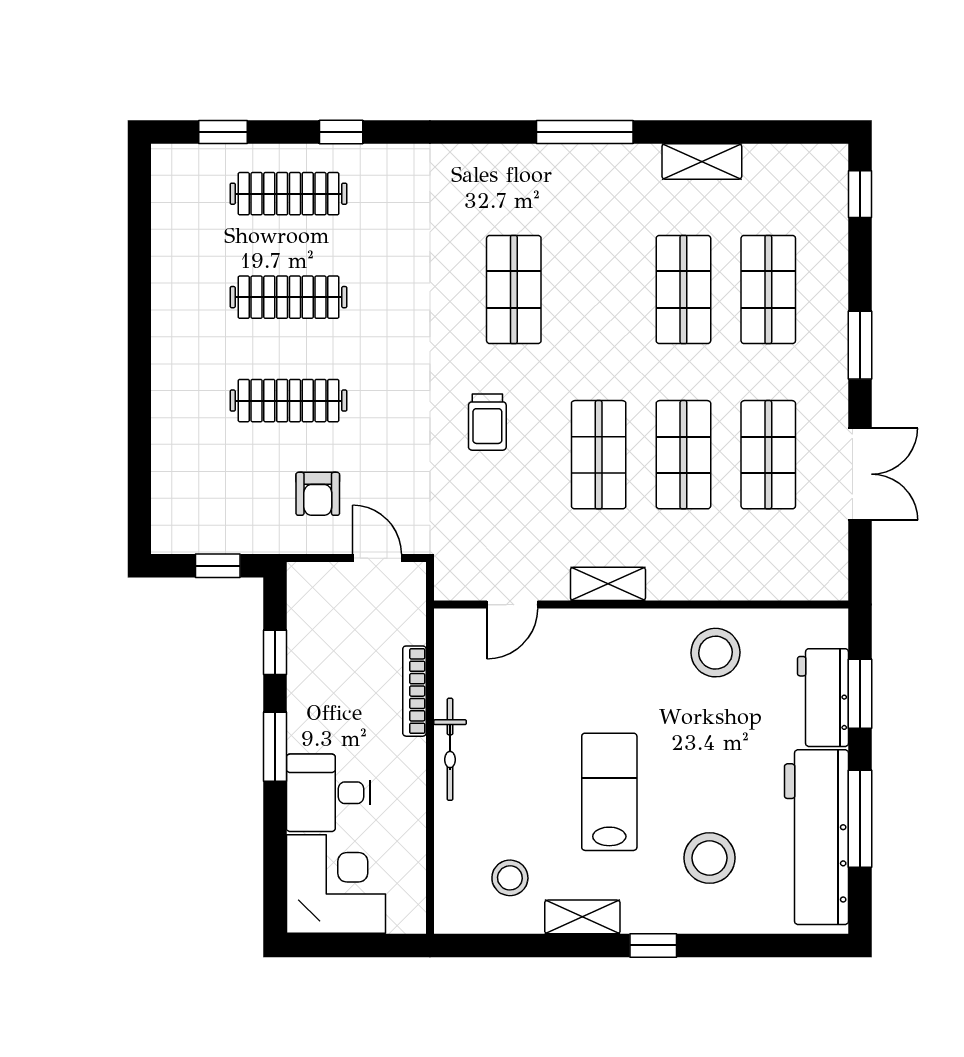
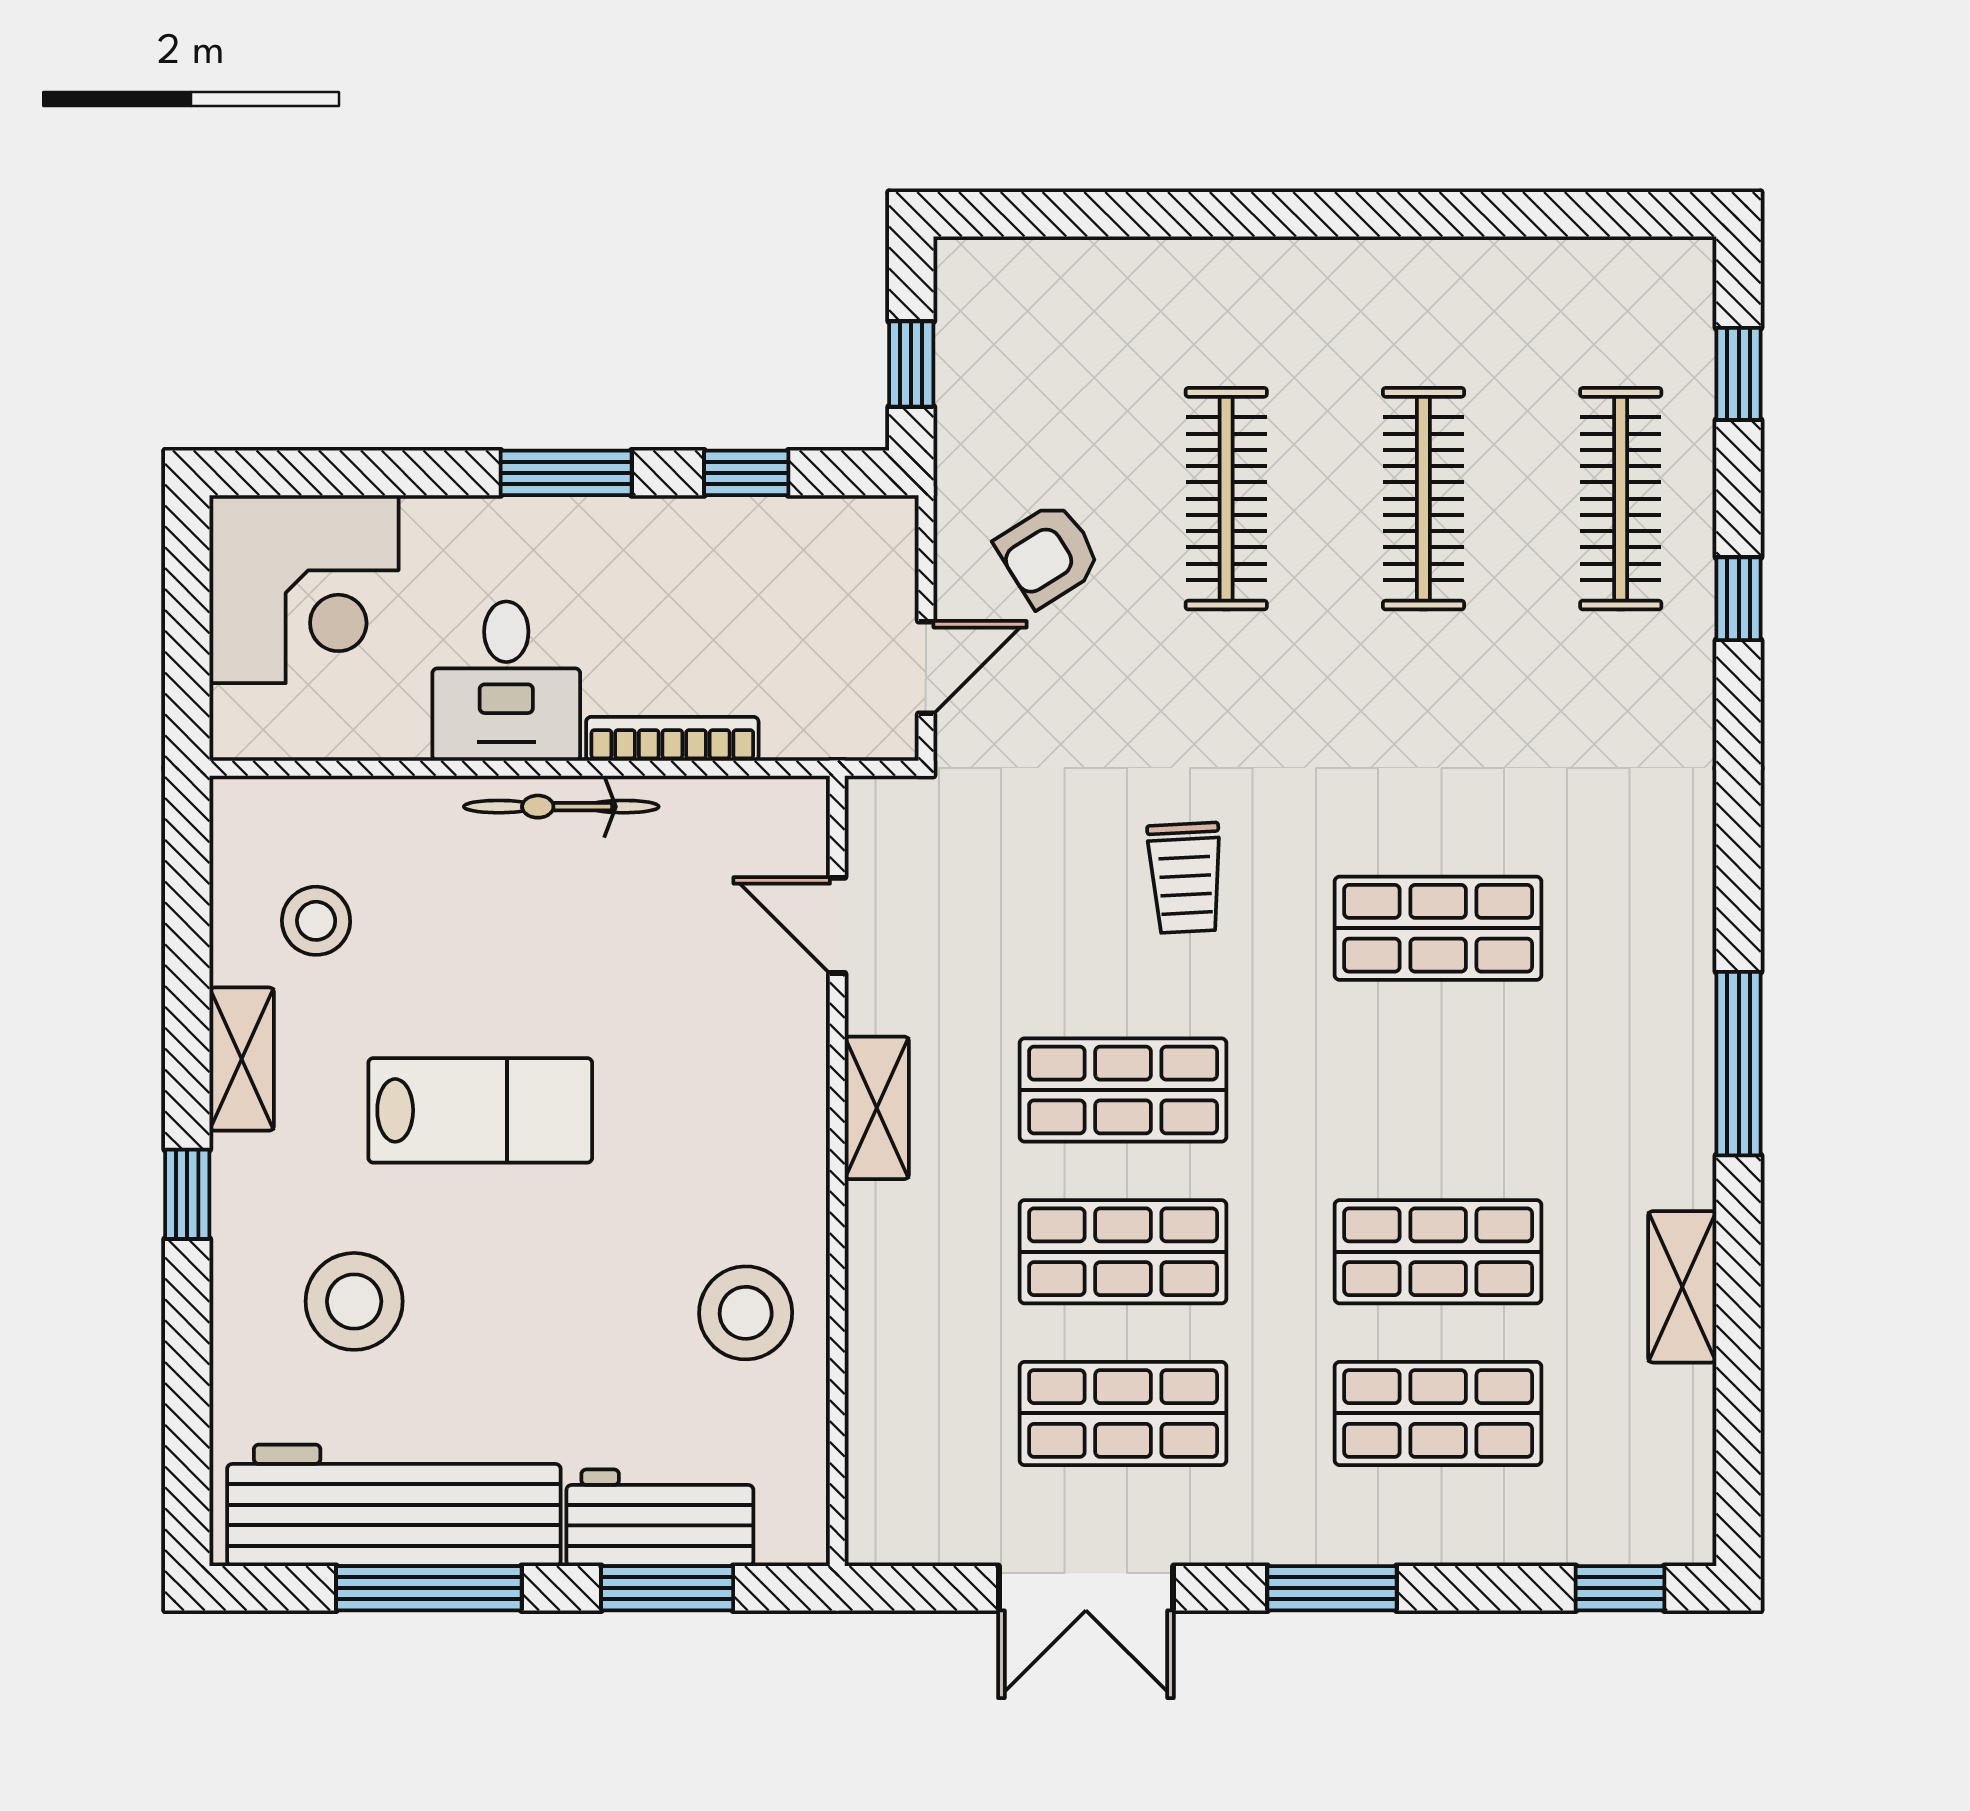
trolley: (487, 422) -> (1185, 878), turned -93
armchair: (318, 494) -> (1048, 554), turned -32
desk: (328, 793) -> (506, 681), moved, turned 180

